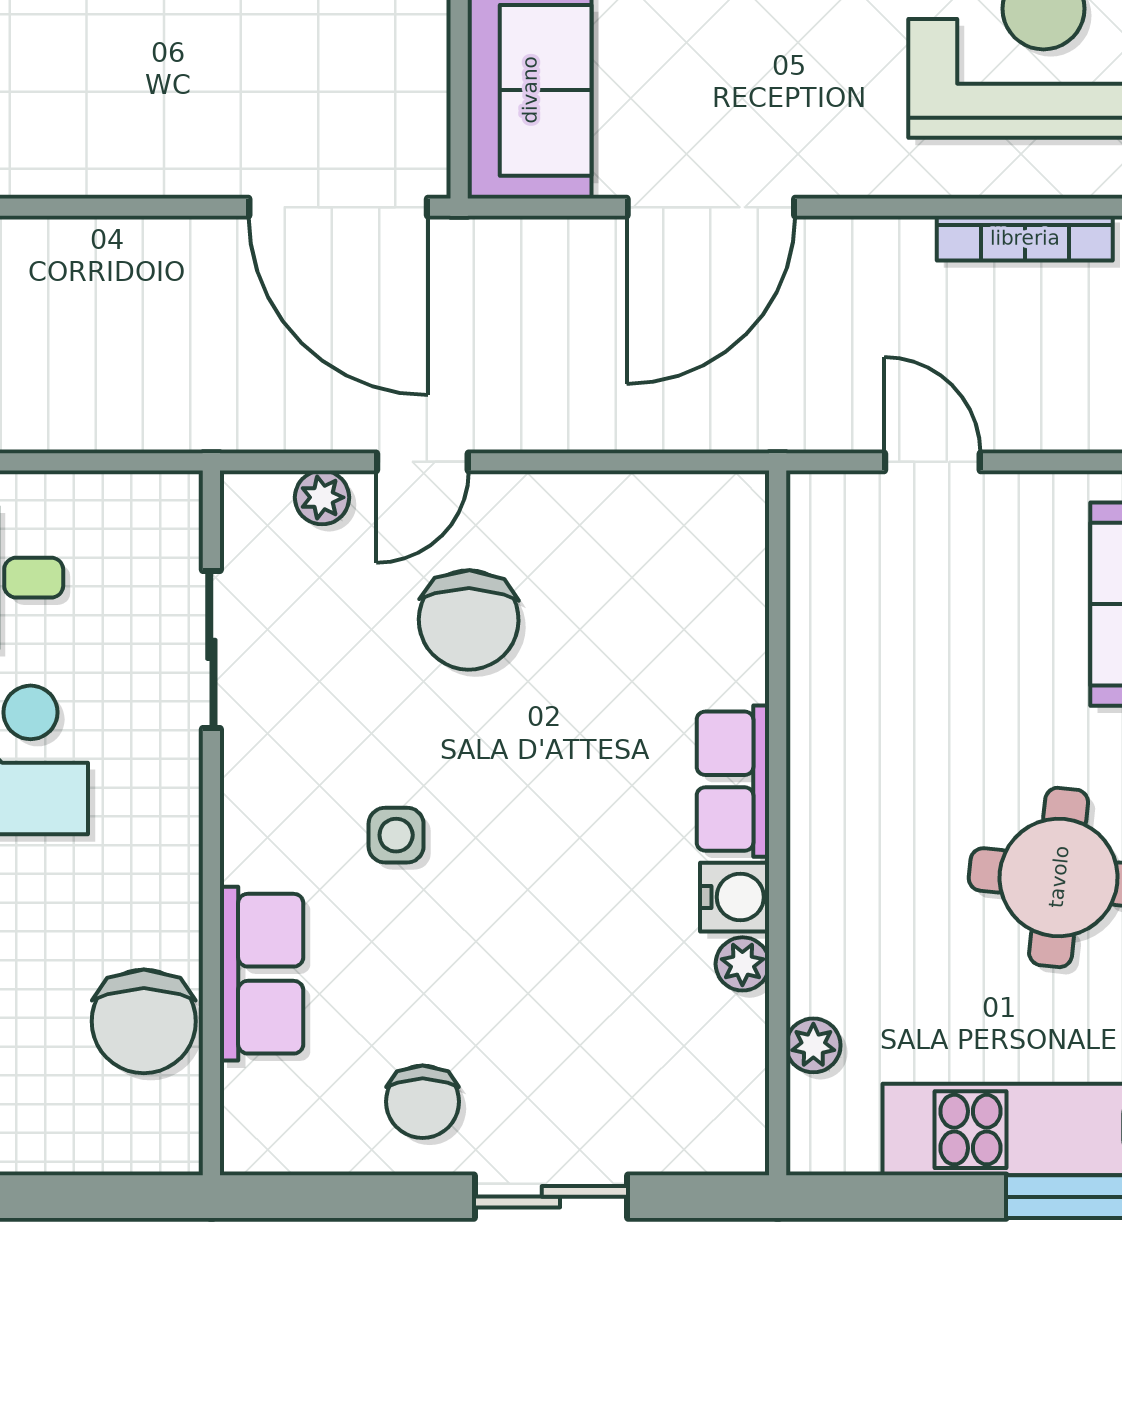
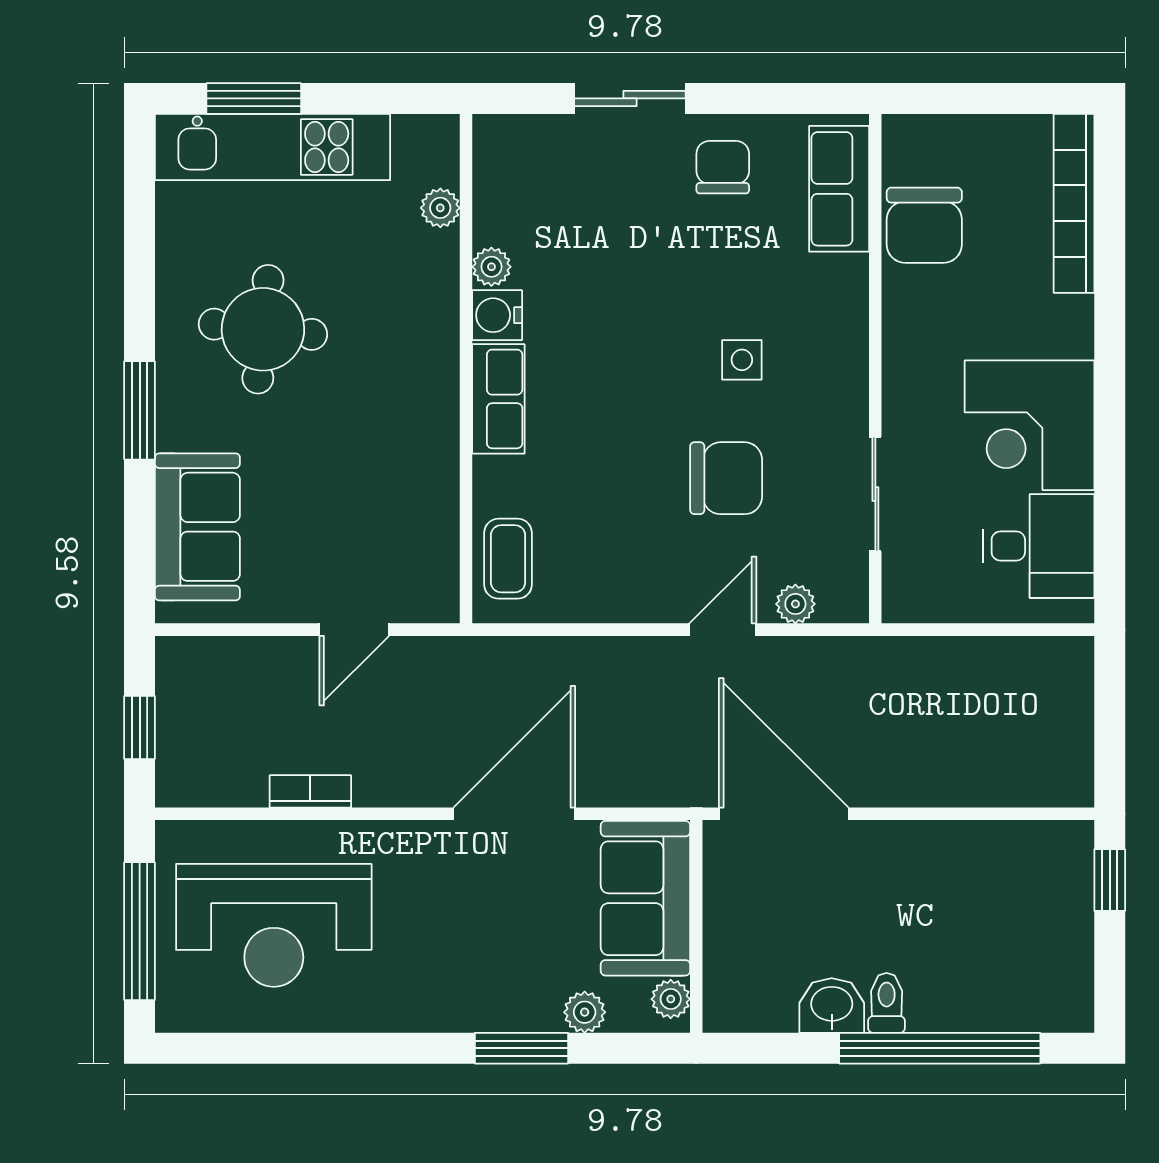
bookcase: (1025, 238) -> (310, 791), width x0.64
door: (932, 462) -> (354, 630), hinge flipped
coffee table: (720, 560) -> (508, 559), added
chair: (469, 620) -> (726, 478), moved, turned 89
row of seats: (262, 974) -> (839, 189), moved
chair: (144, 1021) -> (924, 225), turned 180

